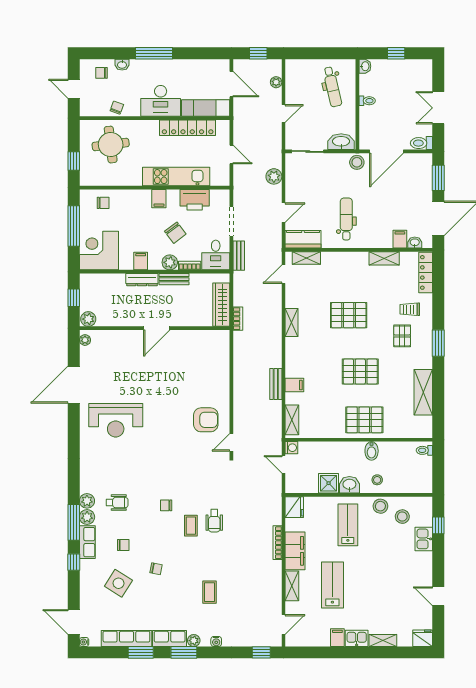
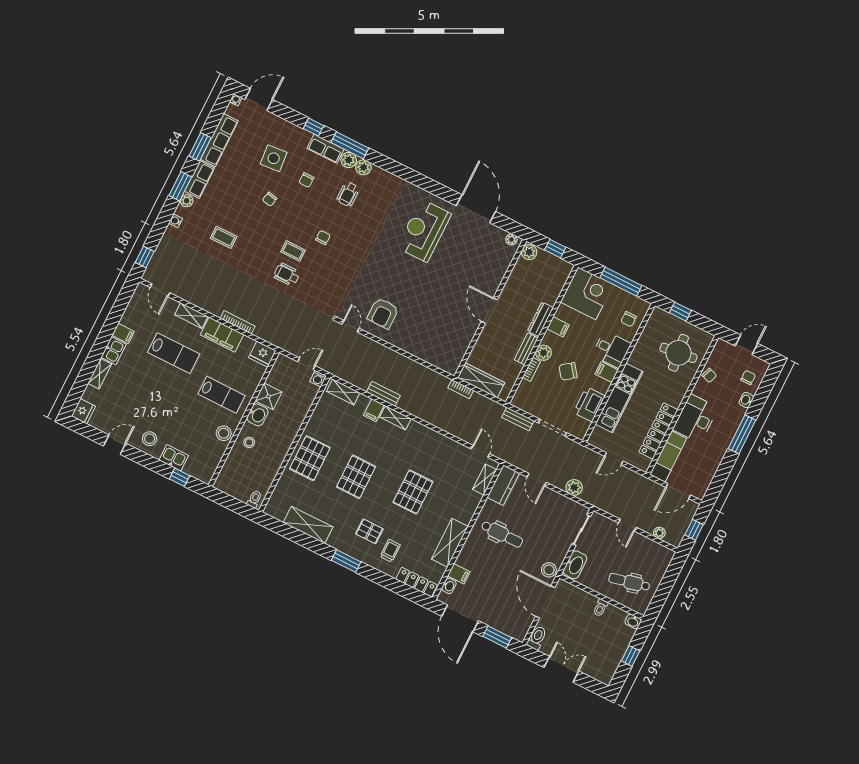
desk: (216, 255) -> (612, 349), moved, turned 180
shelving: (384, 258) -> (450, 543), width x1.50, depth x1.33
shelving: (292, 323) -> (395, 418), moved
bidet: (372, 451) -> (278, 451), removed
stool: (402, 517) -> (150, 439), moved
side table: (118, 583) -> (274, 158), turned -37

